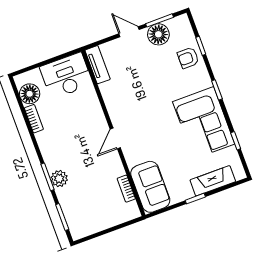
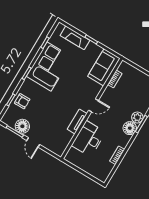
tv unit: (98, 65) -> (77, 121), moved
desk: (66, 76) -> (89, 139), moved, turned 90
floor lamp: (30, 94) -> (130, 128), moved

